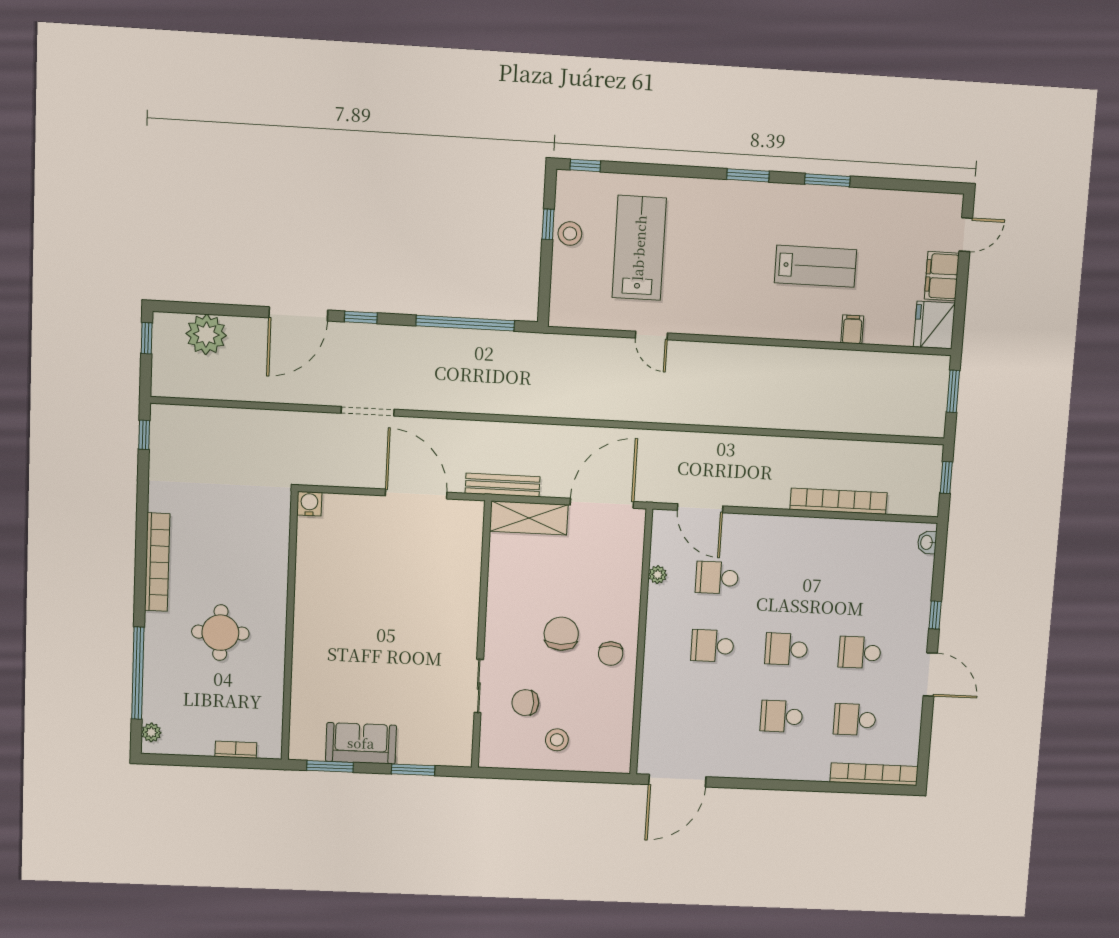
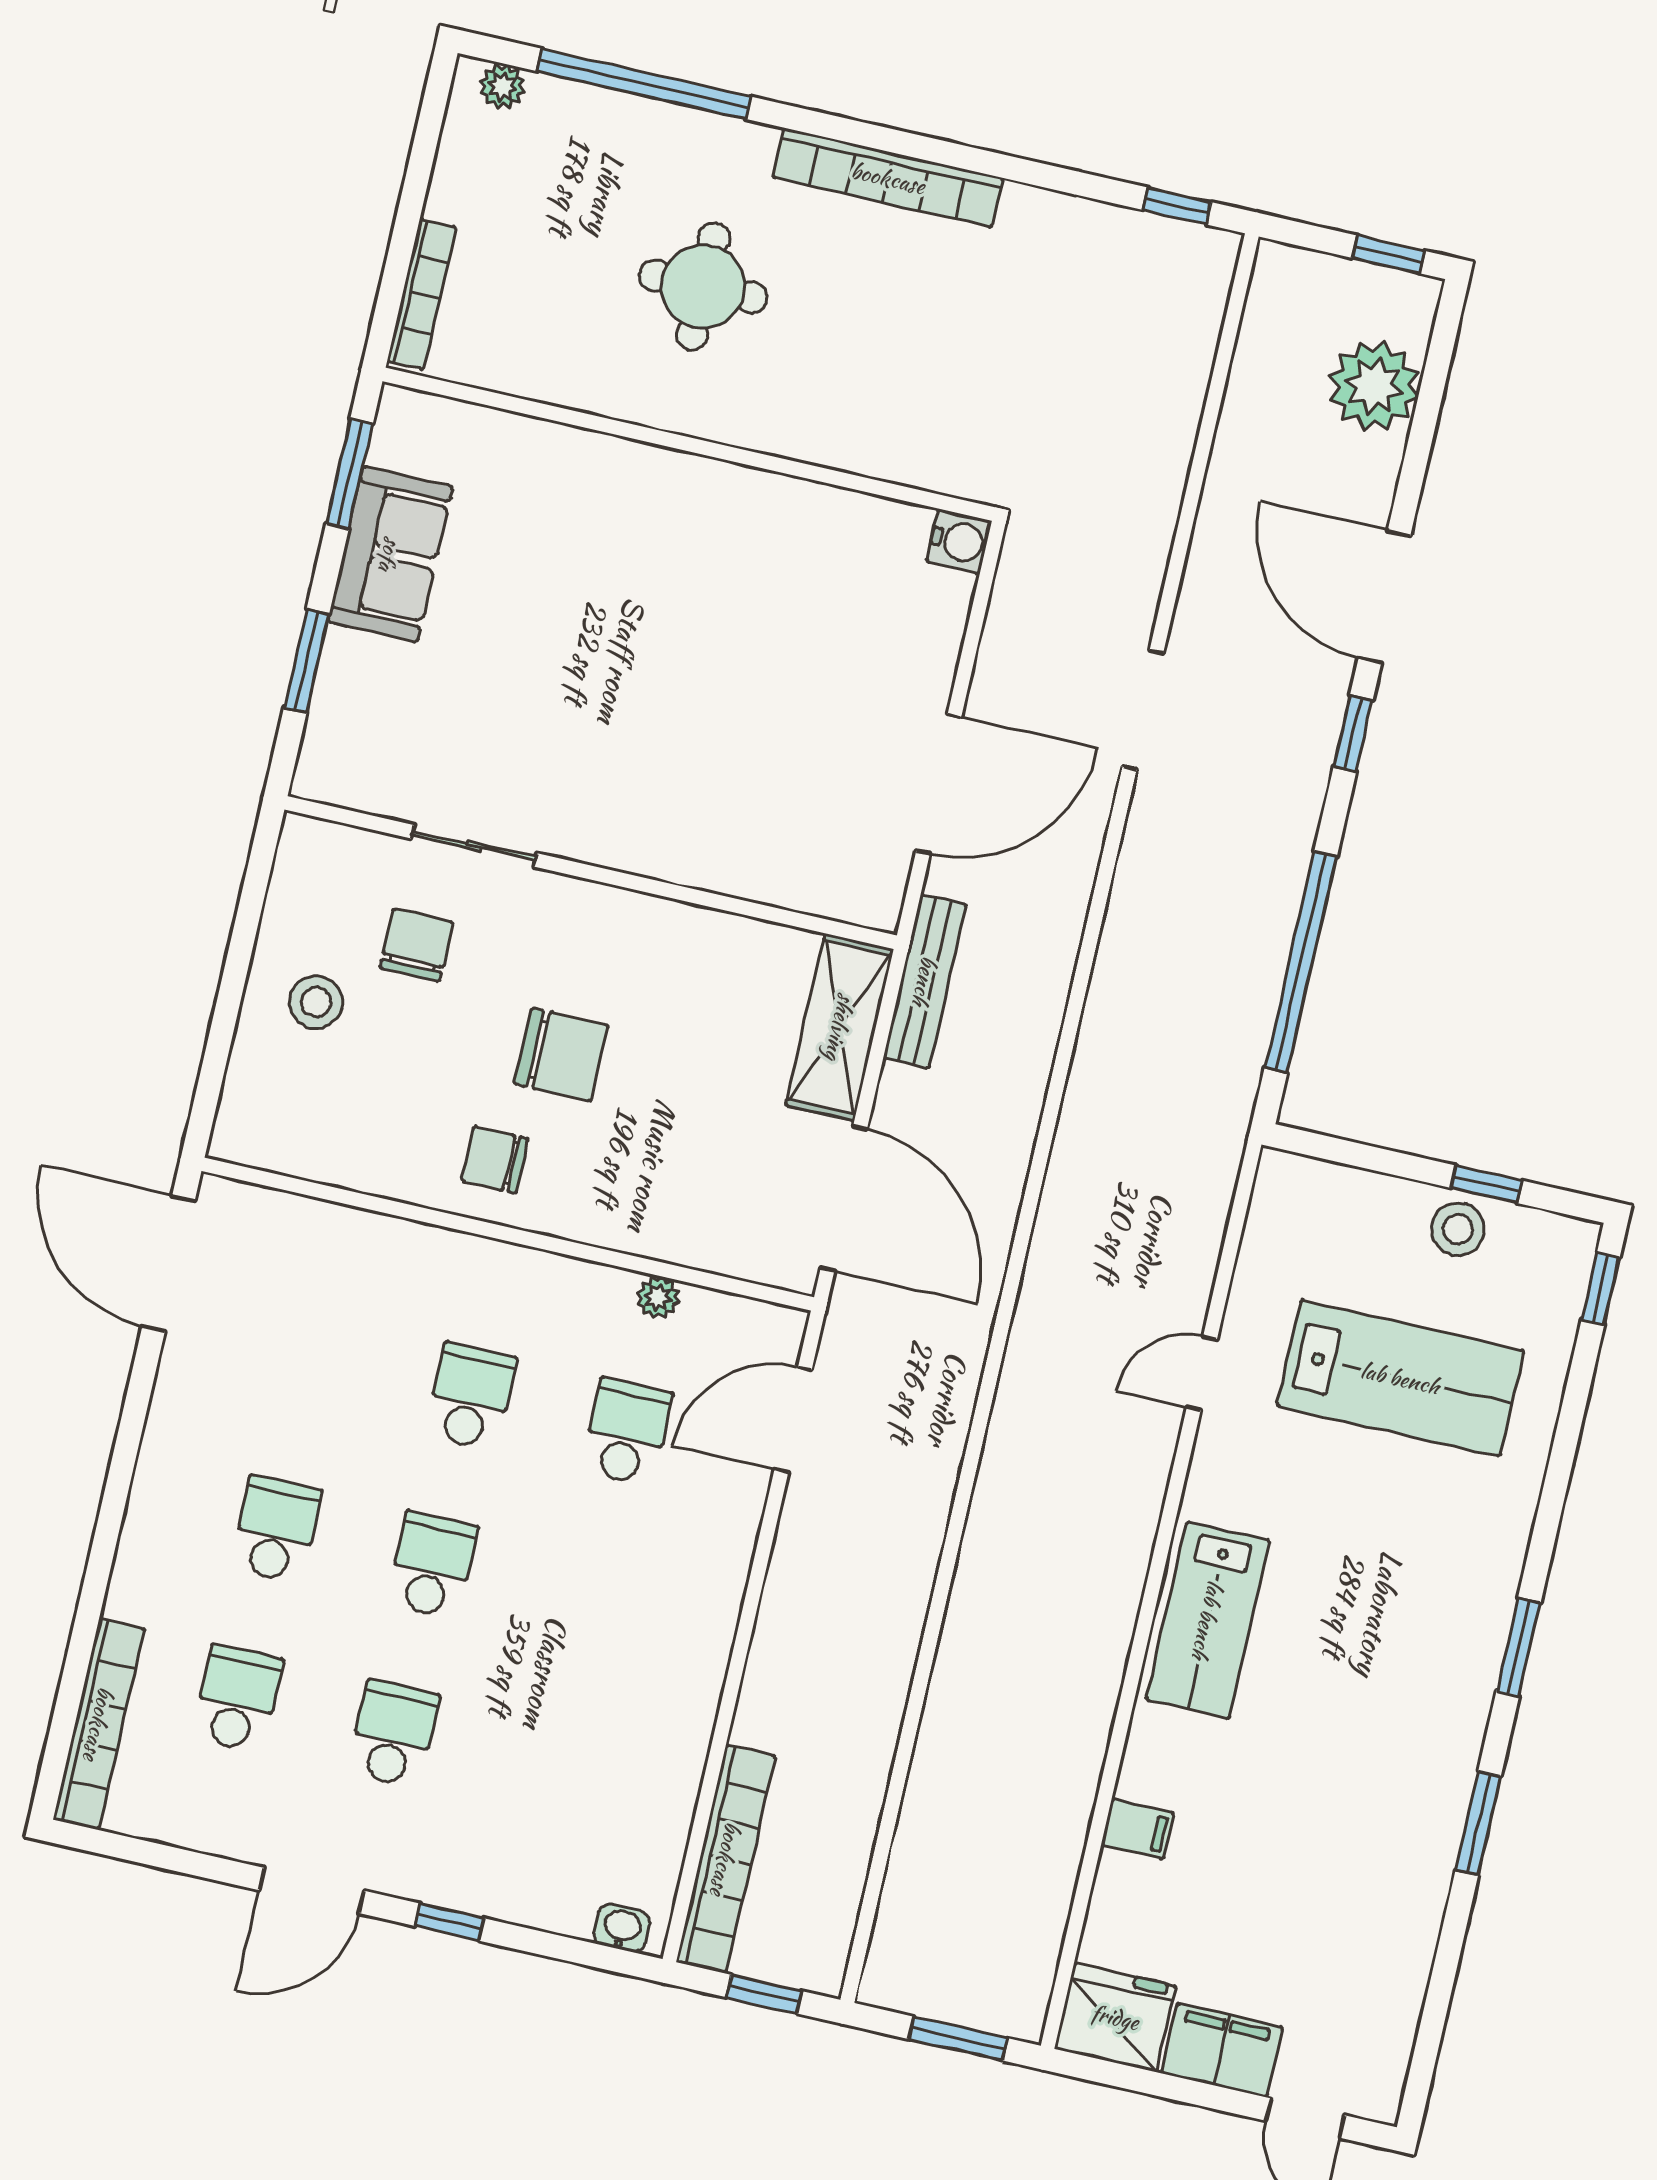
lab bench: (816, 266) -> (1208, 1620), moved
bookcase: (838, 501) -> (726, 1859), moved
bookcase: (236, 750) -> (422, 294), width x1.56

